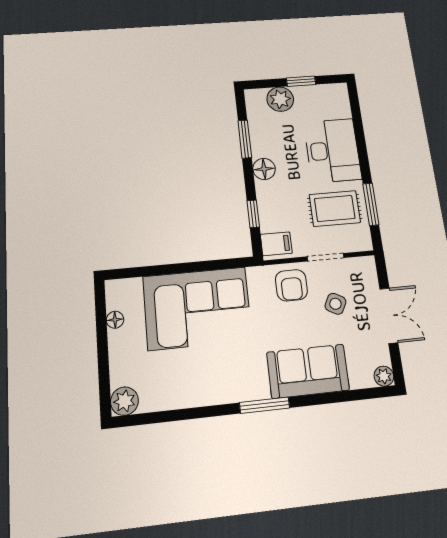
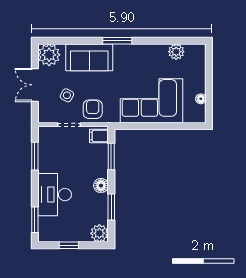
plant: (280, 99) -> (99, 233), moved
window: (356, 113) -> (35, 220), added
rug: (335, 208) -> (59, 155), removed
window: (253, 214) -> (111, 156), width x1.50
plant: (384, 376) -> (49, 55), width x1.87, depth x1.87
plant: (124, 401) -> (176, 52), moved

